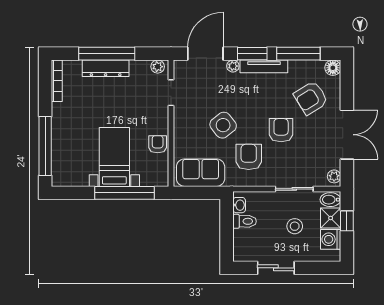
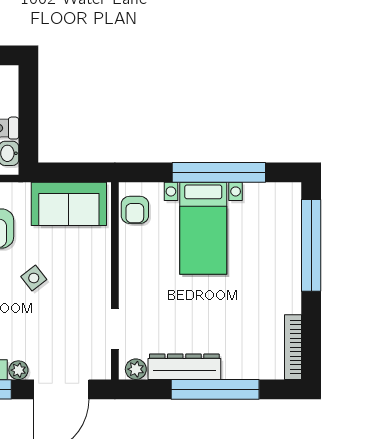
dresser: (106, 68) -> (184, 367), moved
side table: (223, 125) -> (34, 278), width x0.54, depth x0.54
armchair: (158, 144) -> (135, 210), moved
window: (124, 193) -> (219, 172), moved

